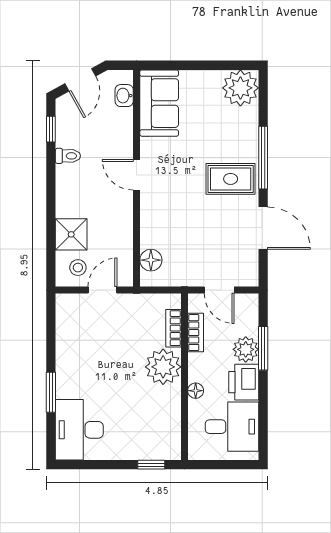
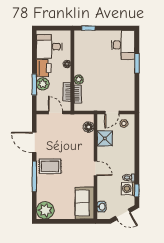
door: (80, 80) -> (123, 214), swing flipped
washing machine: (69, 133) -> (128, 189), added
shower: (71, 234) -> (105, 138), moved
plant: (163, 367) -> (79, 80), width x0.53, depth x0.53

